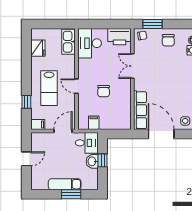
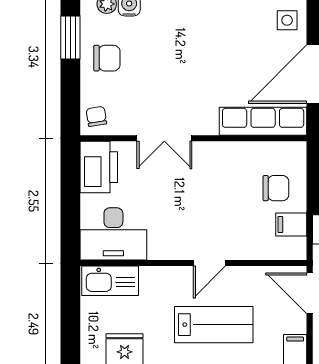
window: (152, 24) -> (70, 37), moved
chair: (104, 91) -> (276, 188), moved

